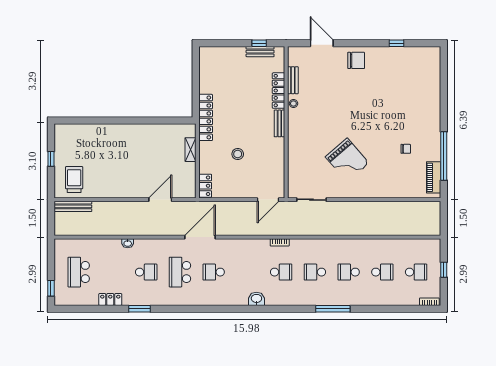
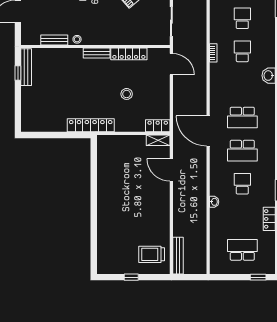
bench: (260, 52) -> (26, 67), width x1.36
locker: (279, 91) -> (129, 54), moved
shelving: (191, 150) -> (158, 140), moved
school desk: (79, 272) -> (242, 250), turned 180
school desk: (214, 272) -> (242, 118), width x1.85
school desk: (315, 272) -> (242, 18), turned 180

